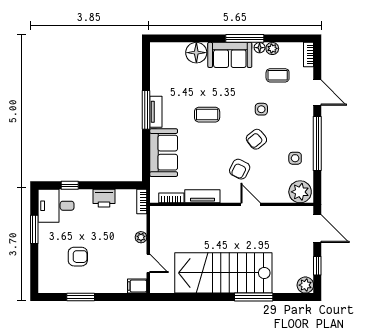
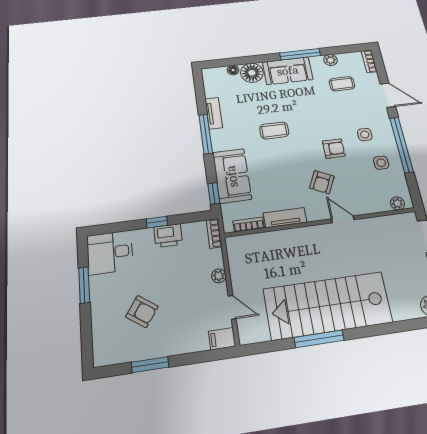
floor lamp: (260, 48) -> (233, 70), moved
side table: (261, 109) -> (365, 135), moved
tv unit: (156, 112) -> (214, 113), moved
armchair: (256, 139) -> (334, 149), turned -141
window: (146, 167) -> (214, 193), added
window: (70, 185) -> (157, 222), moved
plant: (300, 192) -> (397, 203), width x0.53, depth x0.53
armchair: (78, 257) -> (142, 312), turned 35
window: (254, 297) -> (319, 339), moved

